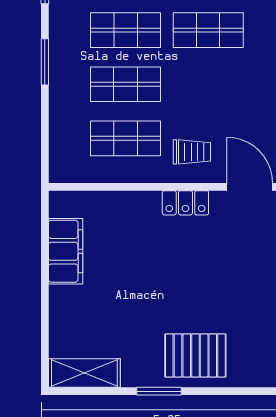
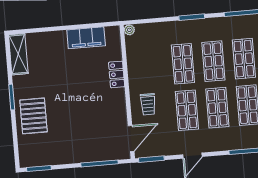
shop shelf: (126, 138) -> (187, 110), moved
plant: (58, 174) -> (129, 30), added
locker: (185, 203) -> (117, 74), moved

